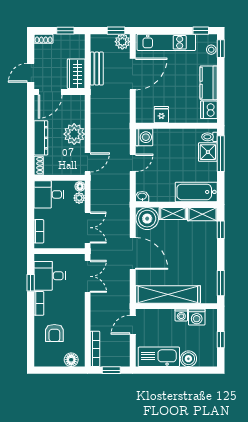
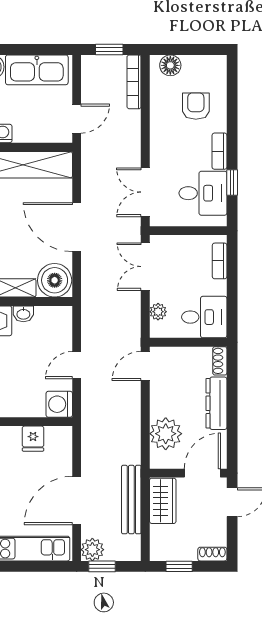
bench: (97, 69) -> (131, 500), width x1.36
plant: (74, 134) -> (166, 434), moved
floor lamp: (80, 186) -> (157, 329), removed
washbasin: (142, 197) -> (23, 314), moved

